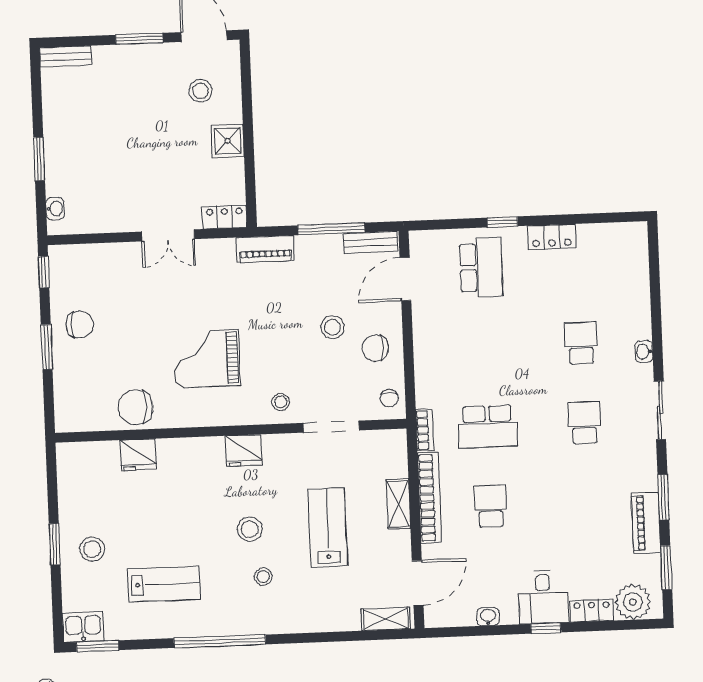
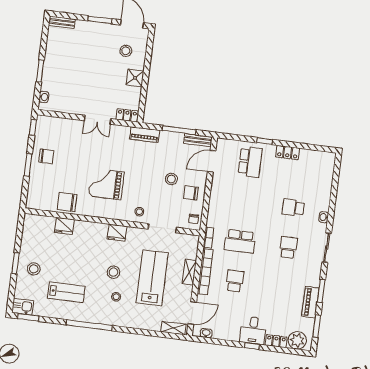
school desk: (581, 343) -> (293, 208), turned -90
lab bench: (328, 528) -> (152, 278), width x1.36, depth x1.39
washbasin: (488, 617) -> (206, 333), moved

